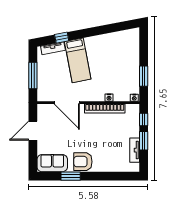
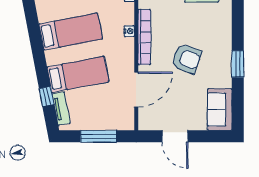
bed: (109, 55) -> (71, 32), added
armchair: (83, 162) -> (186, 58), moved, turned -70
window: (71, 176) -> (238, 64), moved

